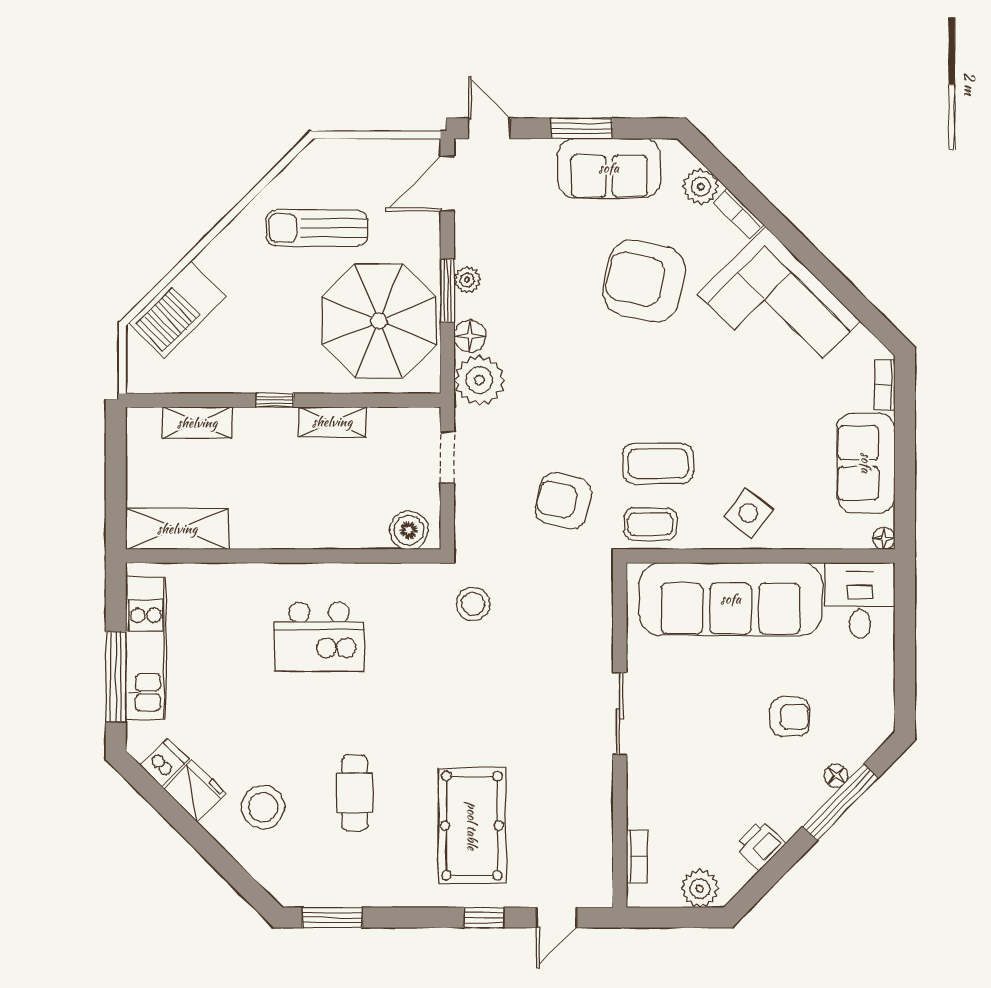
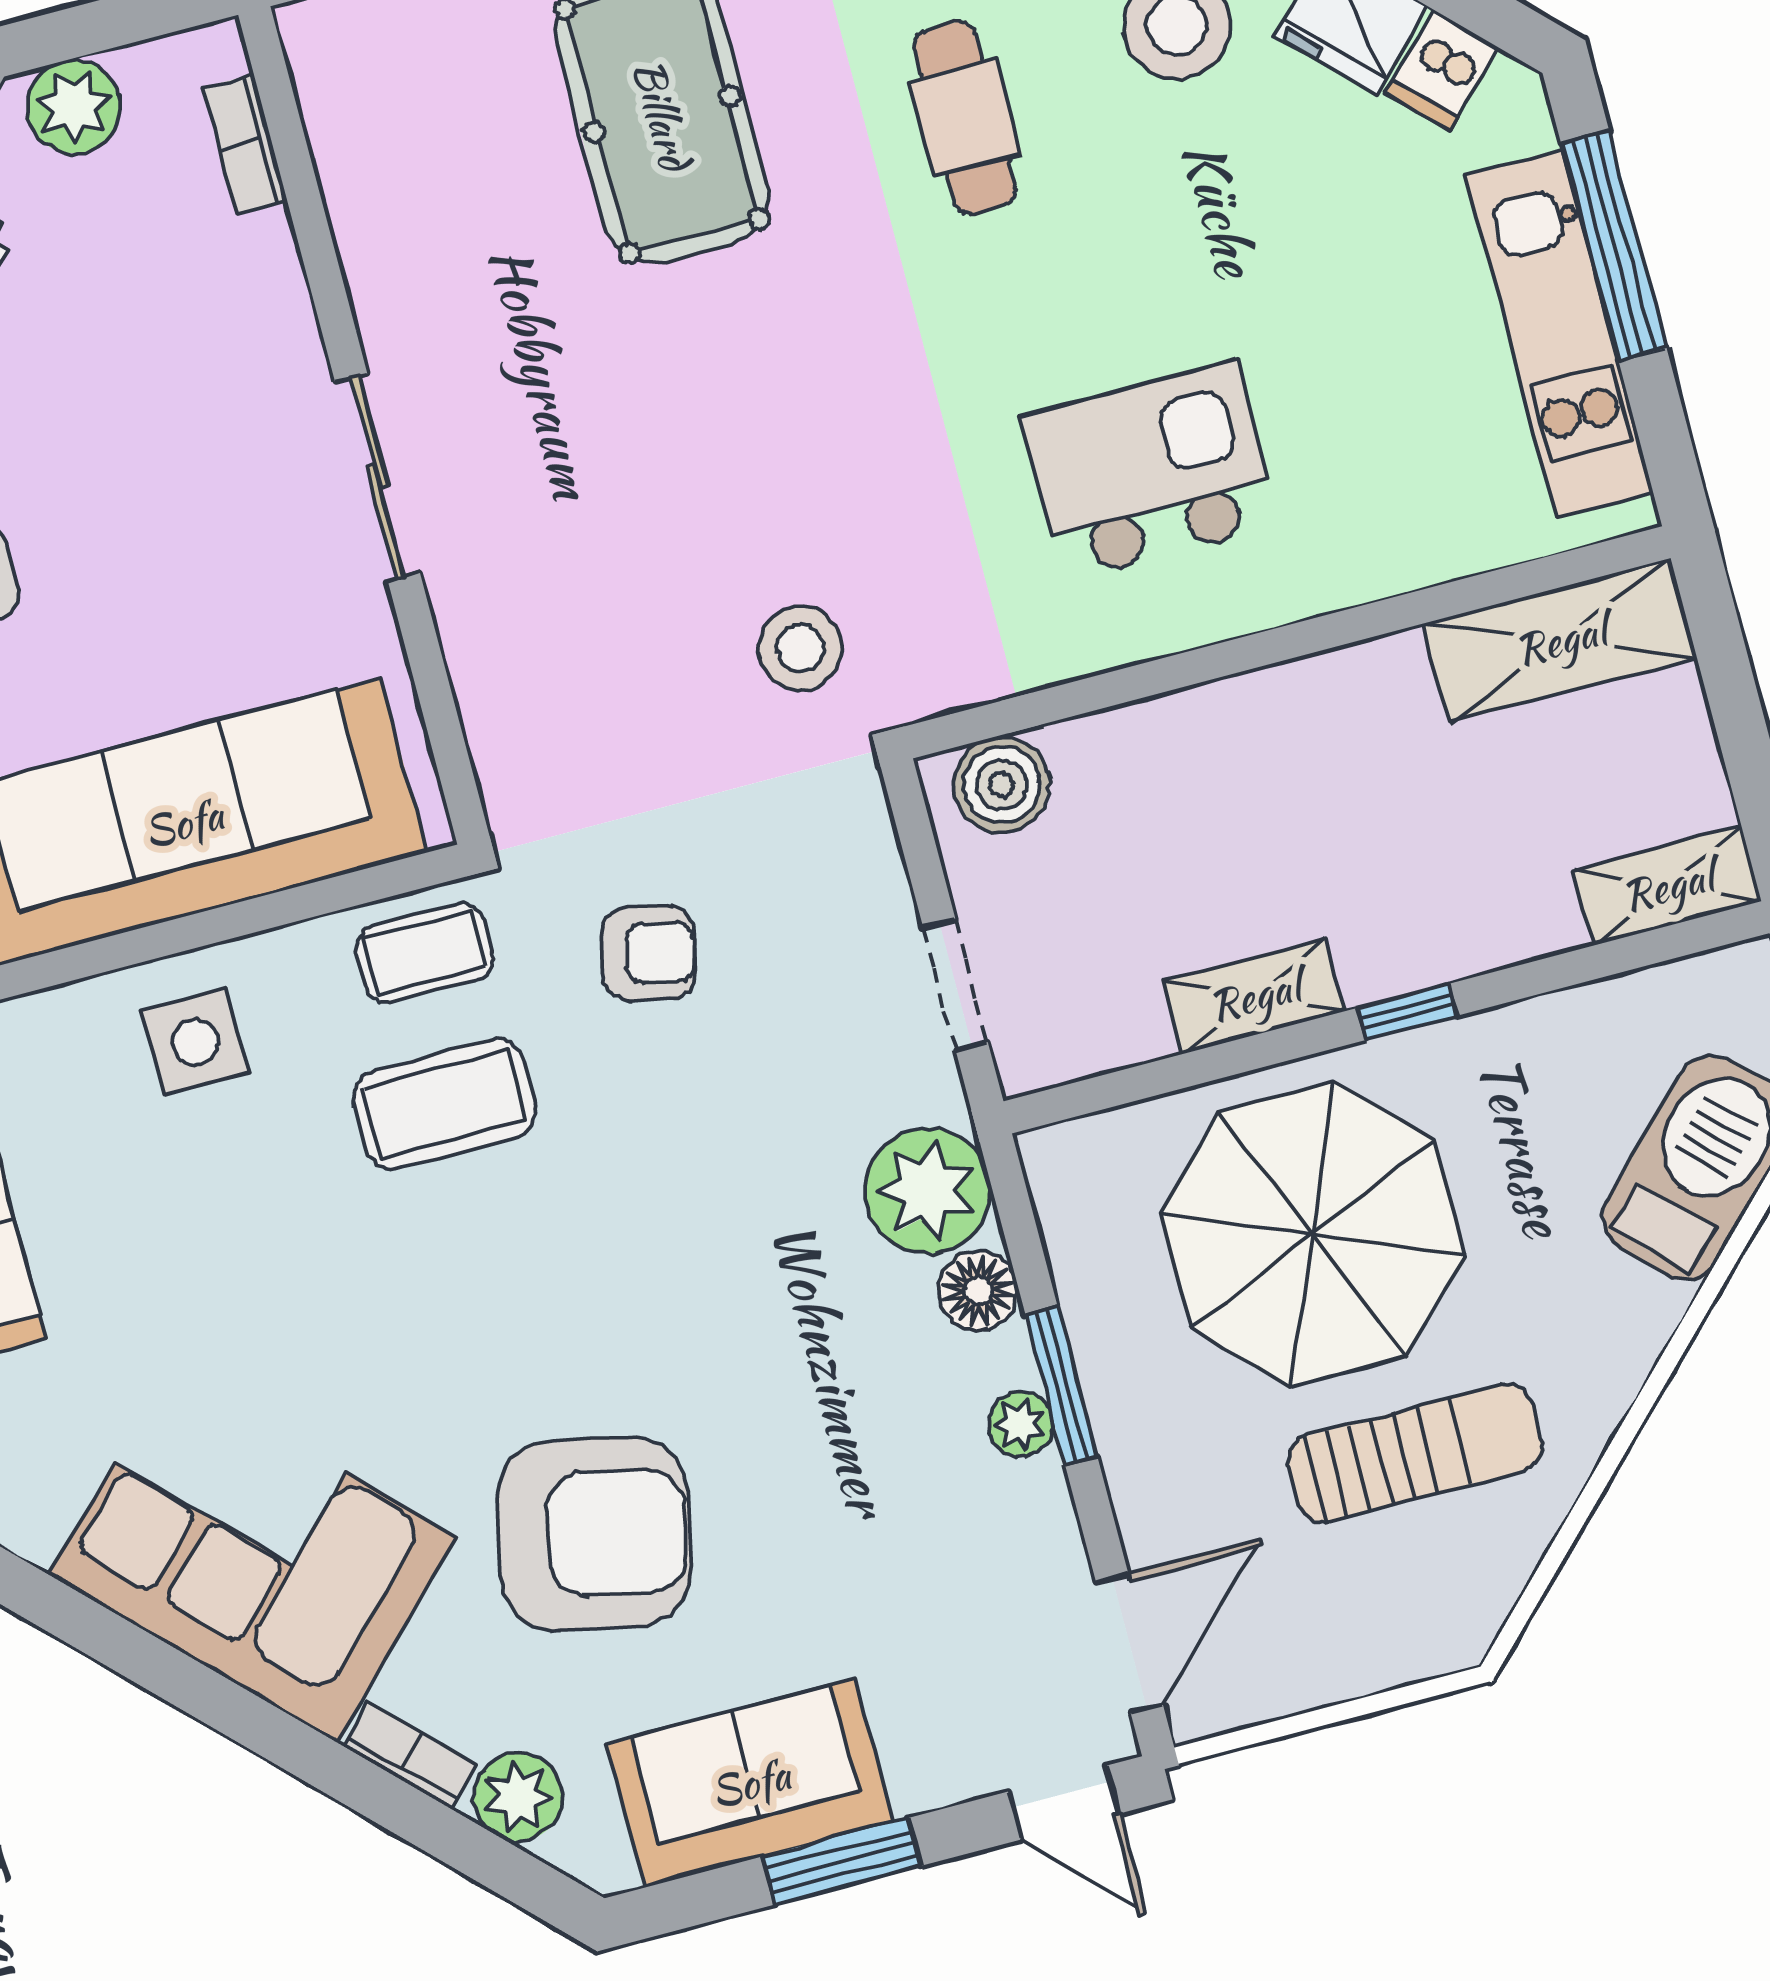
parasol: (379, 321) -> (1312, 1234), moved
shelving: (197, 423) -> (1667, 886), moved
armchair: (563, 501) -> (649, 953), width x0.72, depth x0.72
side table: (748, 513) -> (196, 1042), turned -38

